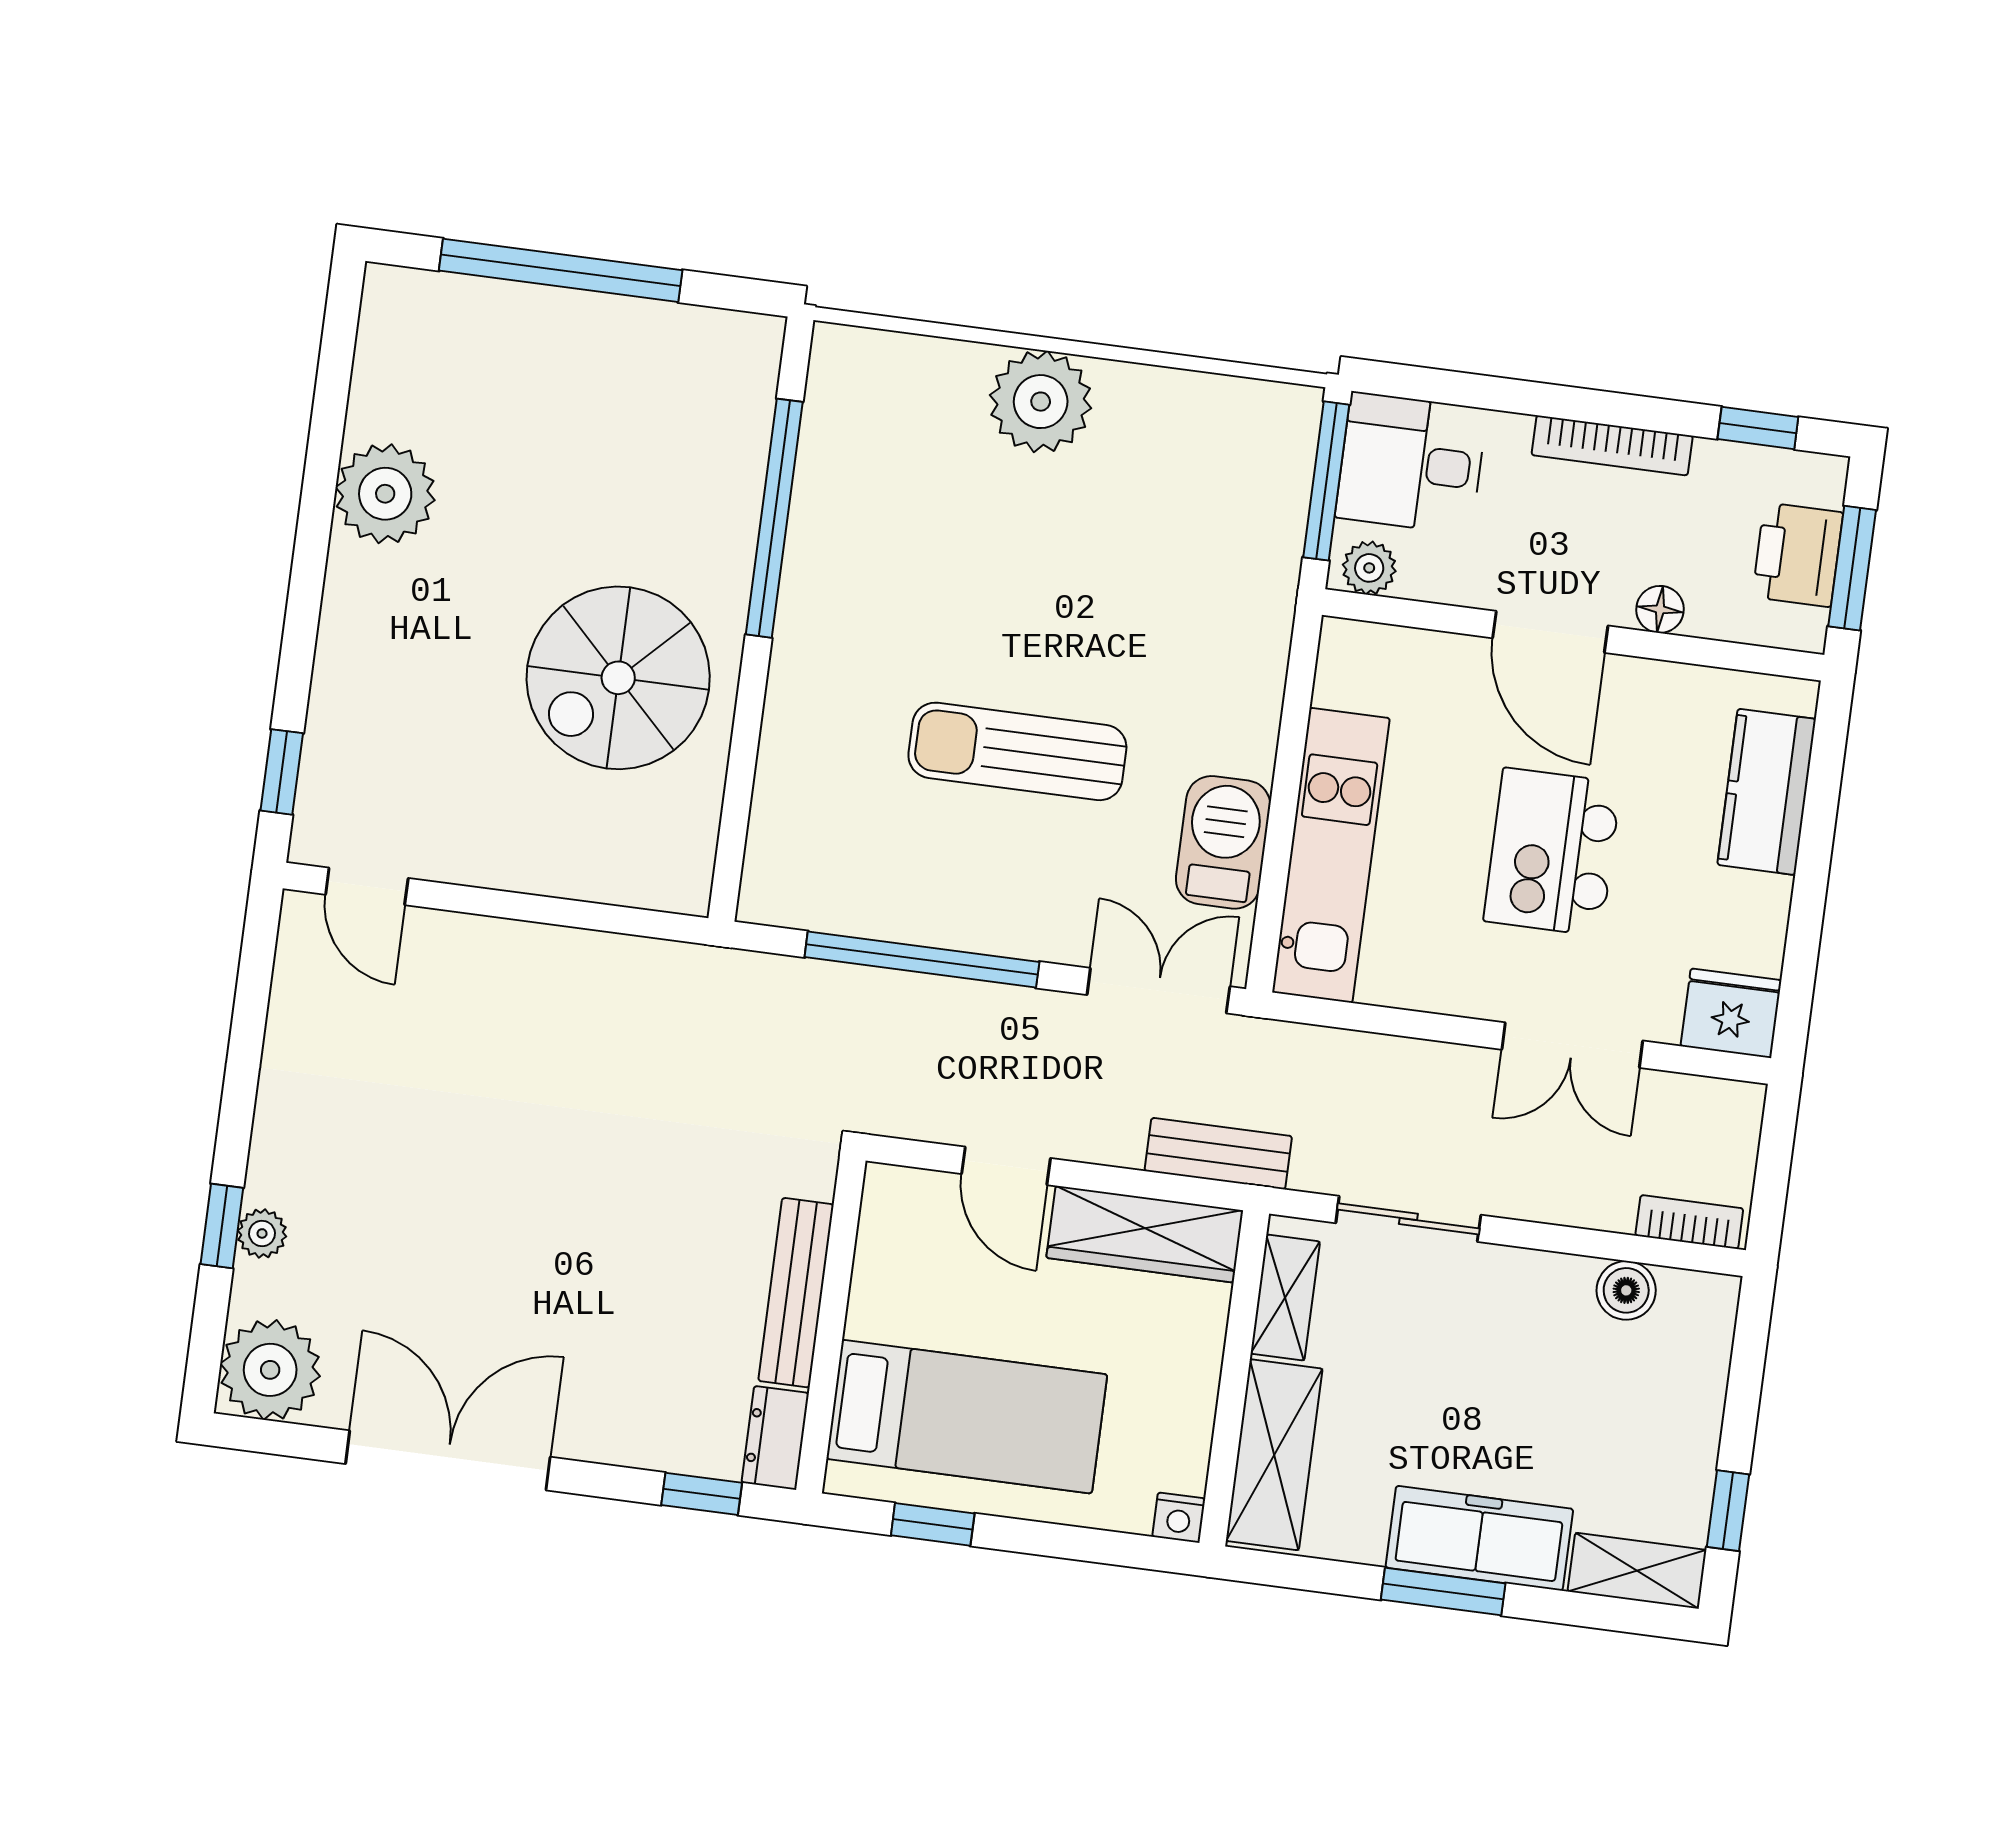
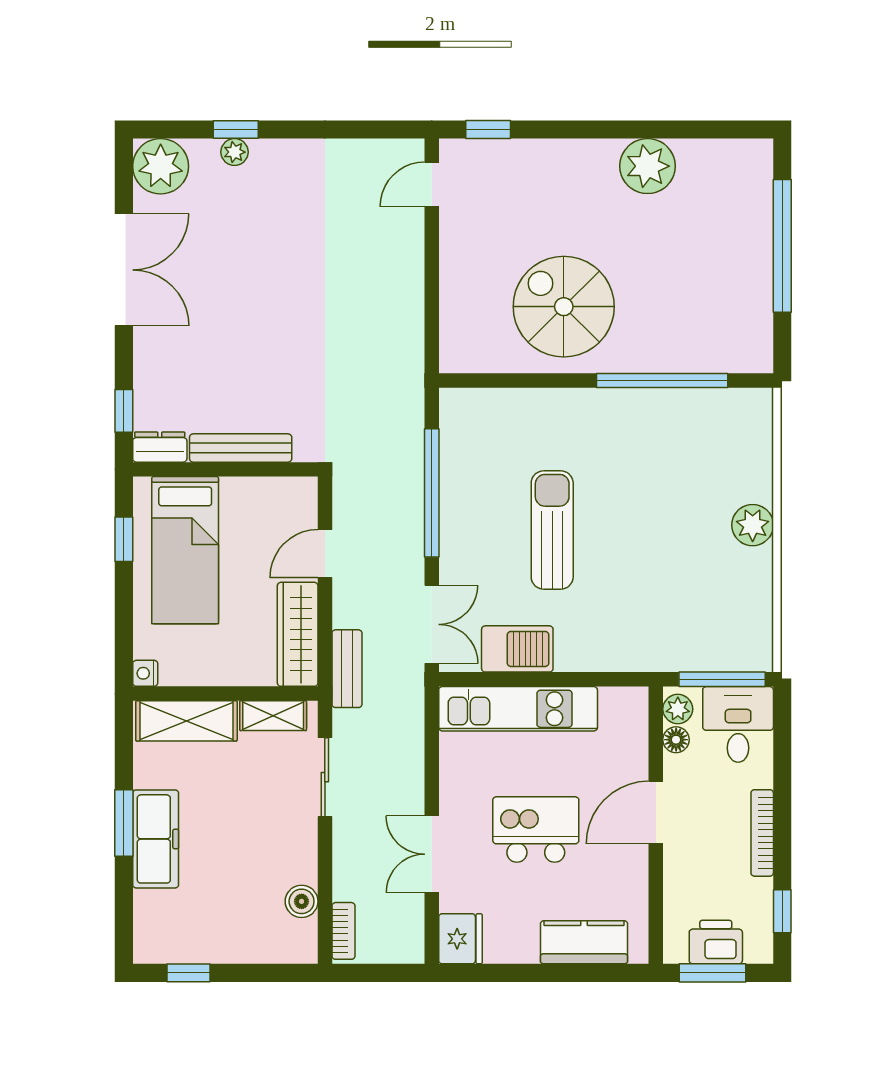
plant: (1041, 402) -> (753, 525), width x0.73, depth x0.73
floor lamp: (1660, 609) -> (676, 740), moved
shelving: (1637, 1571) -> (149, 927), removed

